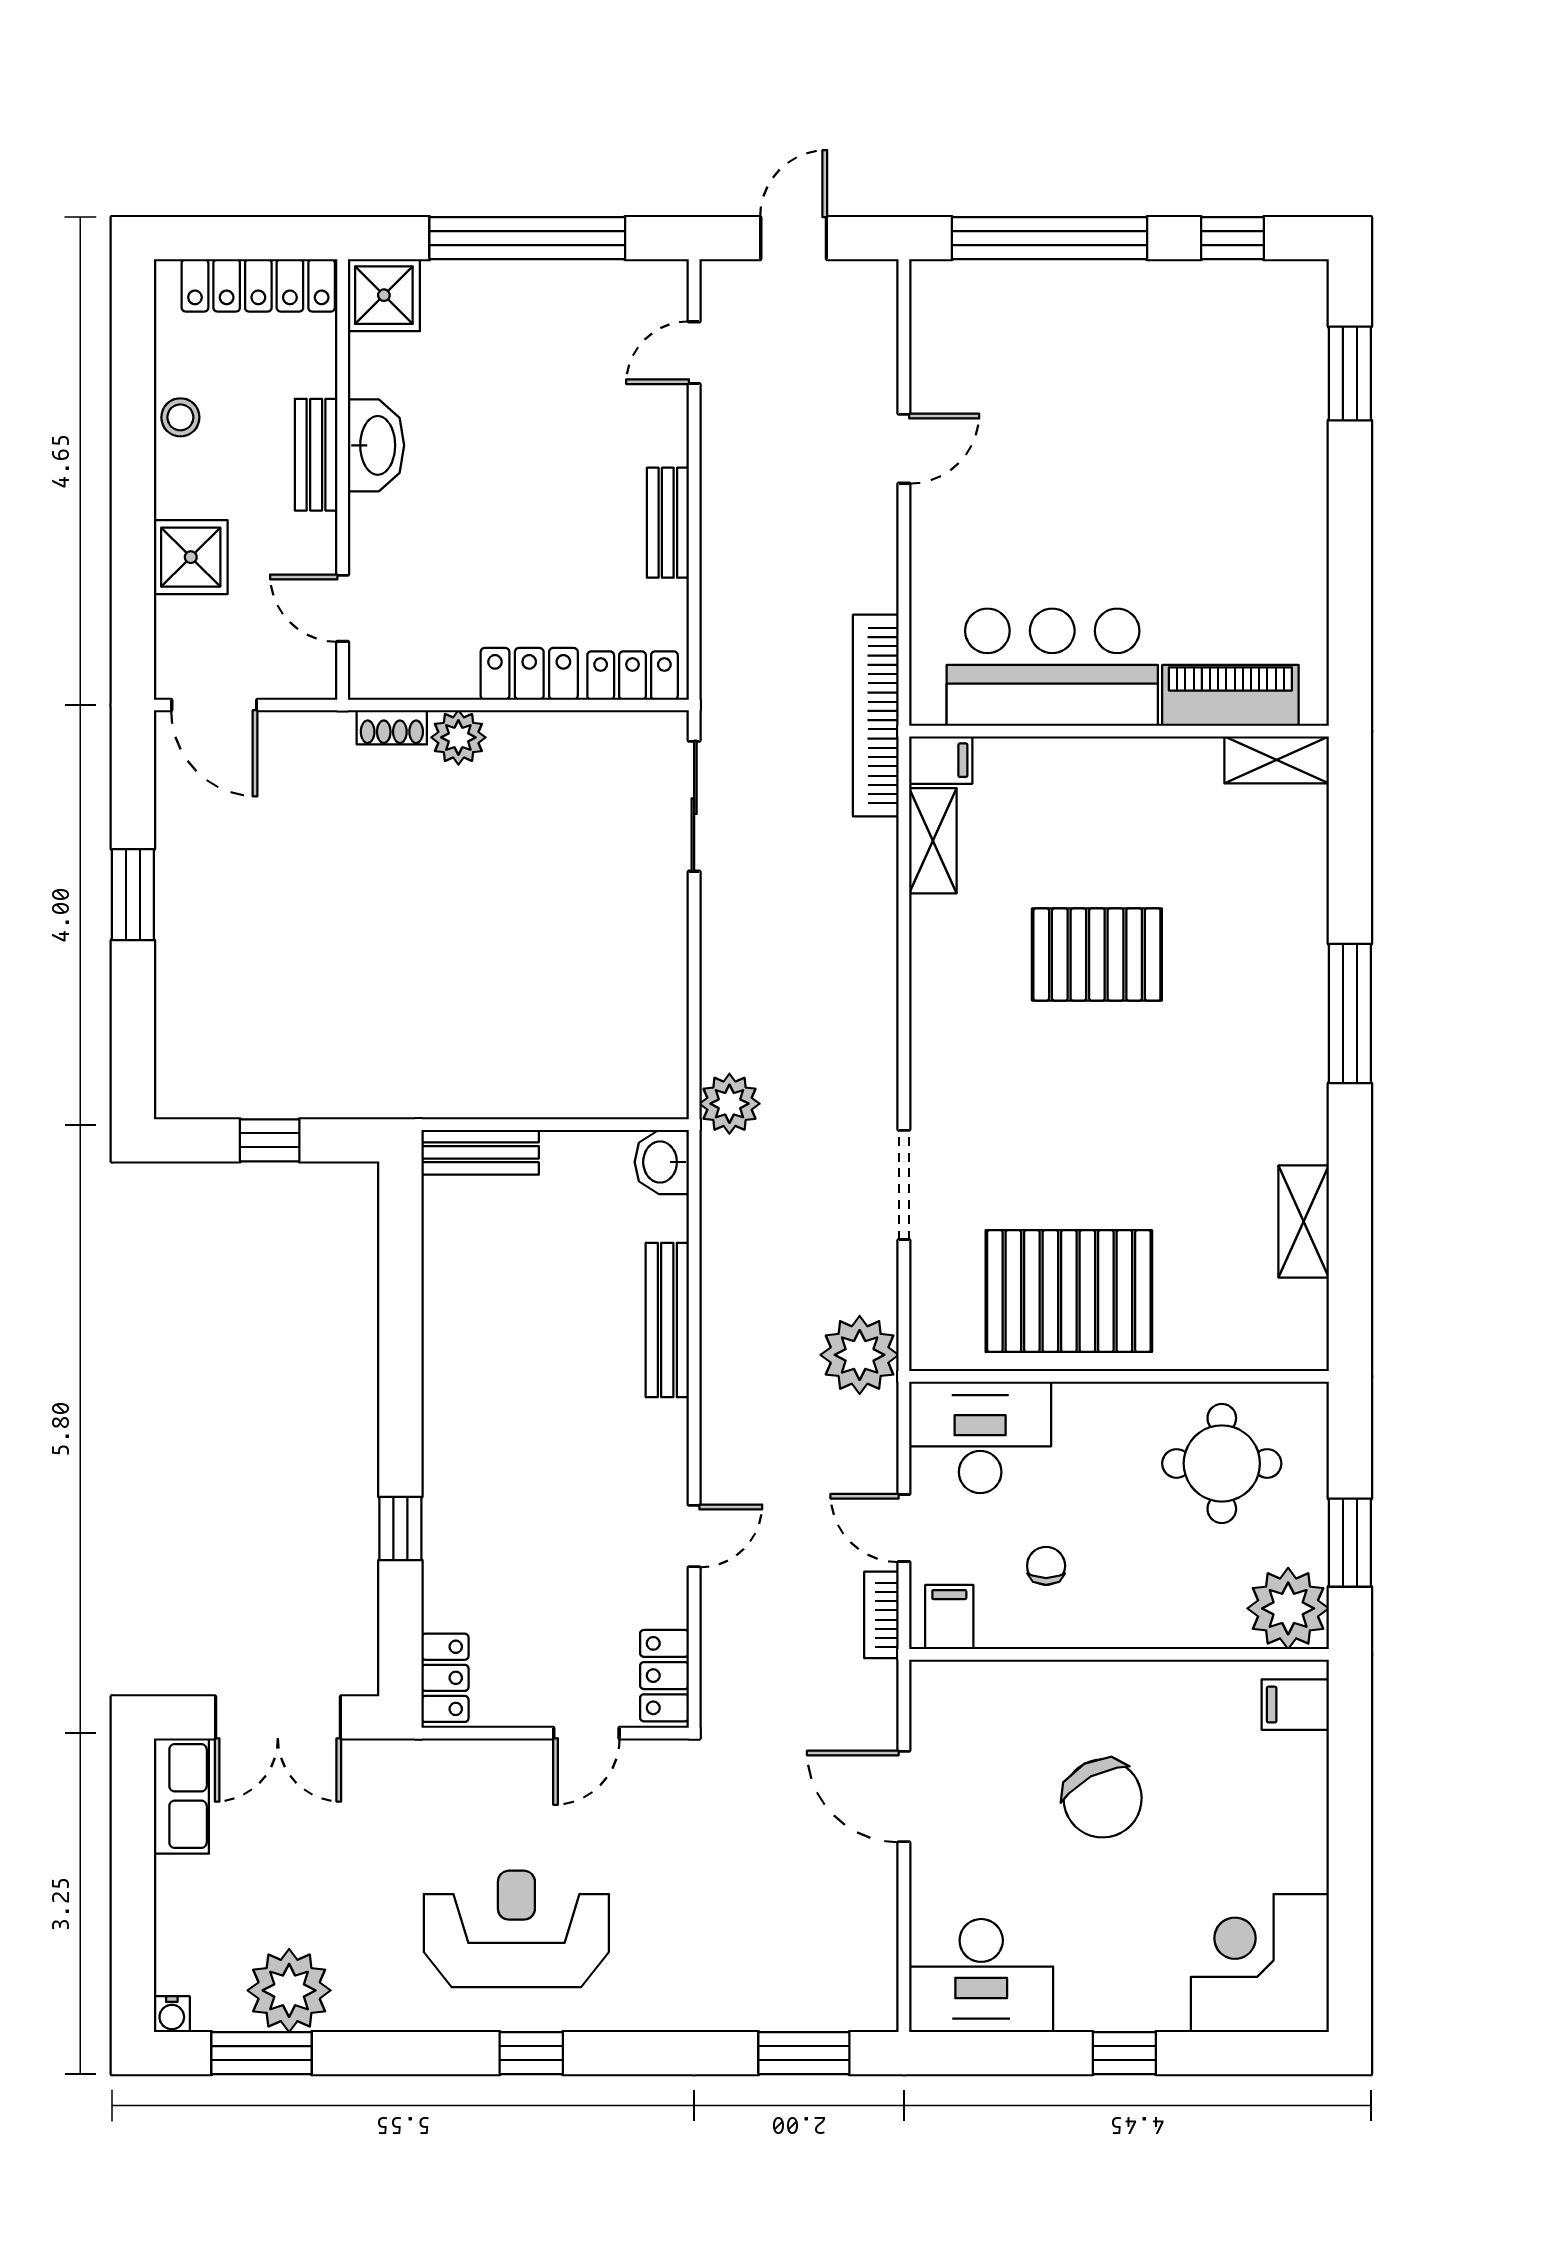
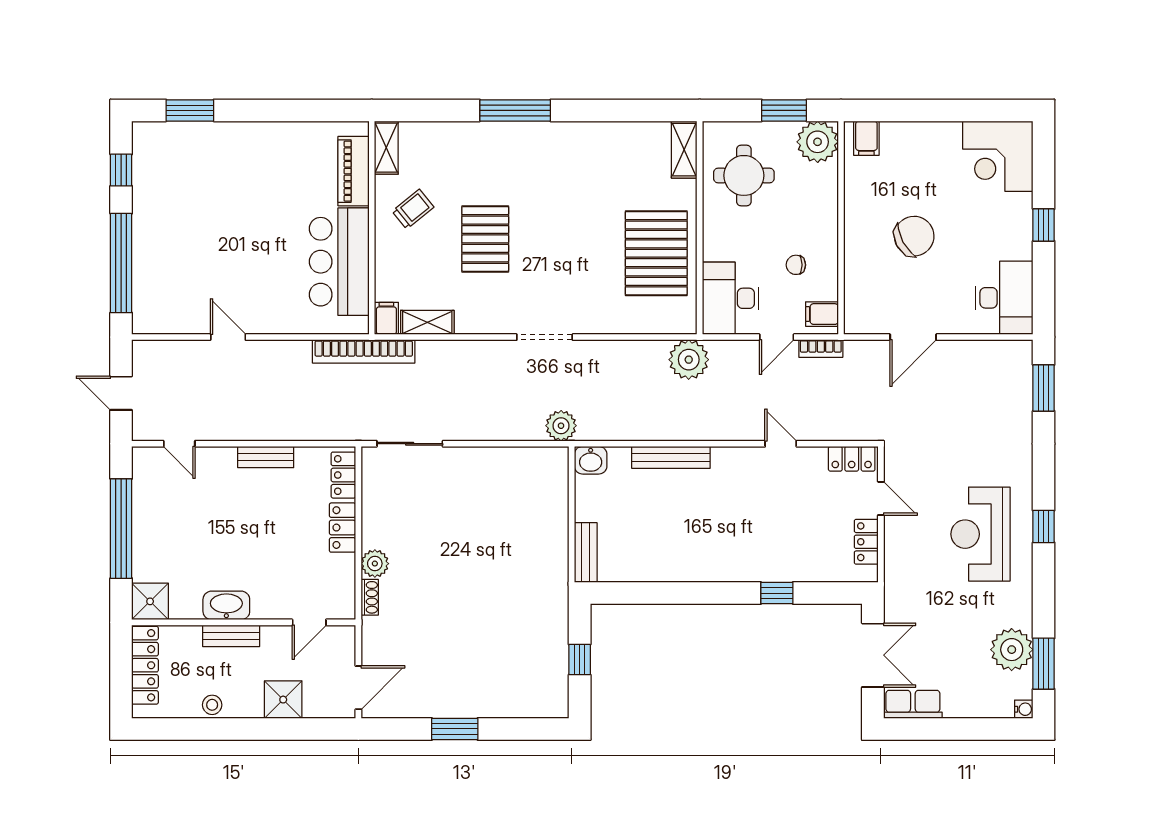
trolley: (1156, 812) -> (413, 209), added
doorway: (904, 1185) -> (545, 337), moved
shelving: (1304, 1221) -> (684, 150), moved, turned 90
locker: (445, 1678) -> (866, 542), moved, turned -90

